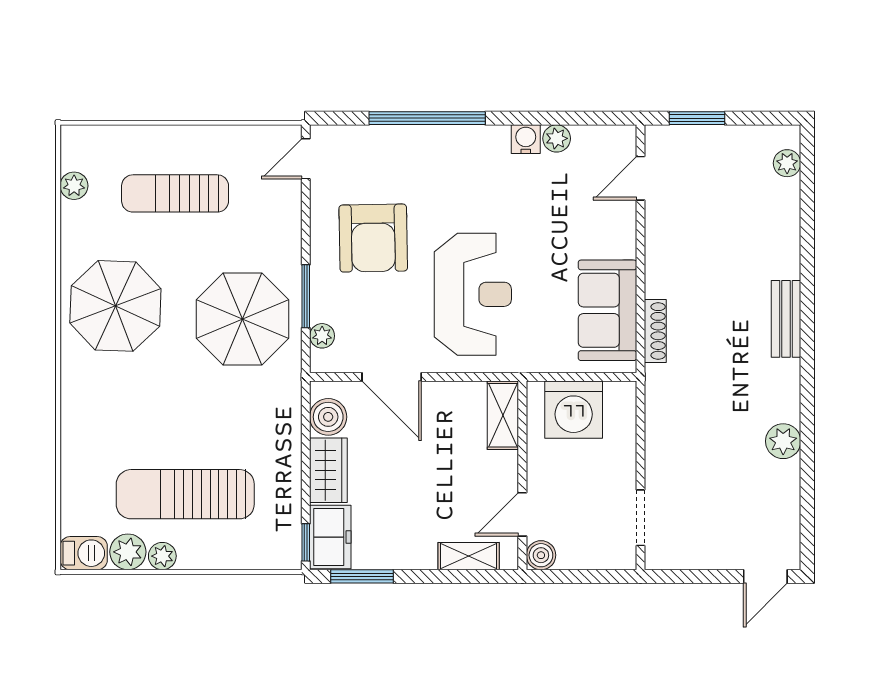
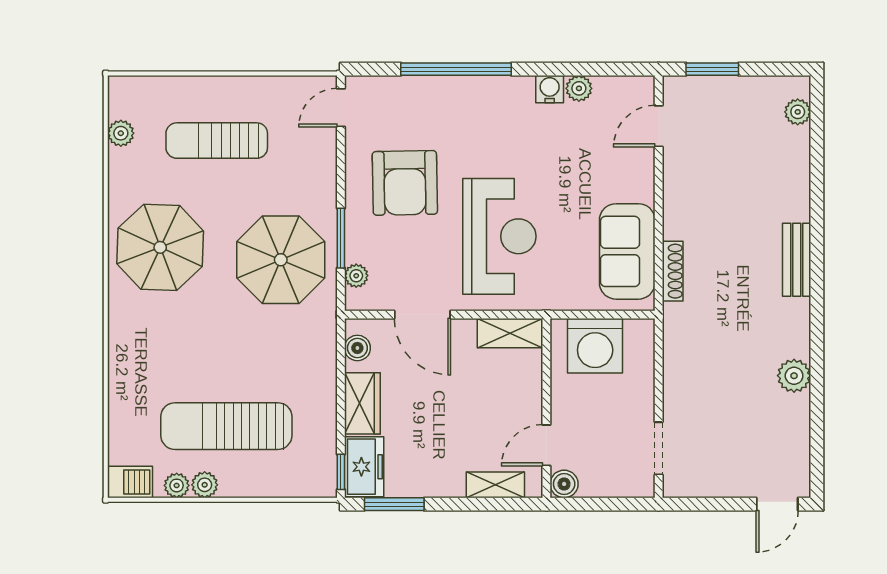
shelving: (503, 415) -> (510, 333), moved, turned 90
boiler: (328, 417) -> (357, 348), width x0.73, depth x0.73
plant: (128, 552) -> (177, 485), width x0.73, depth x0.73

